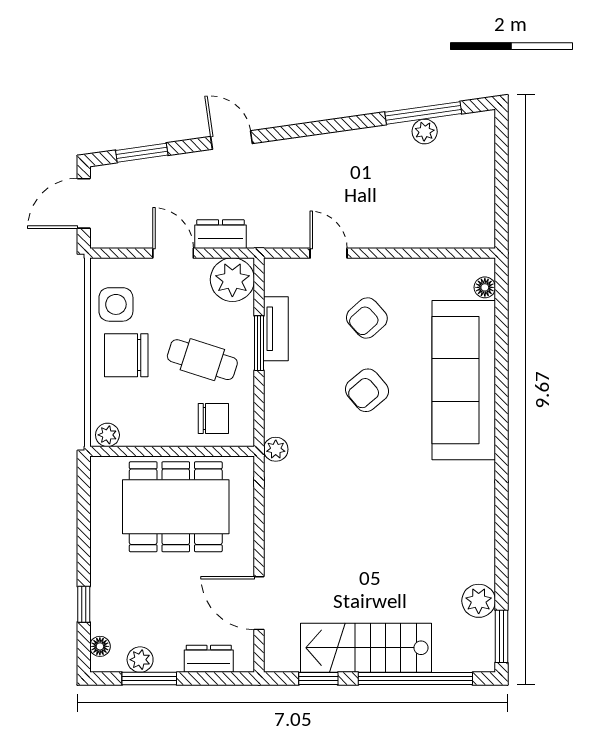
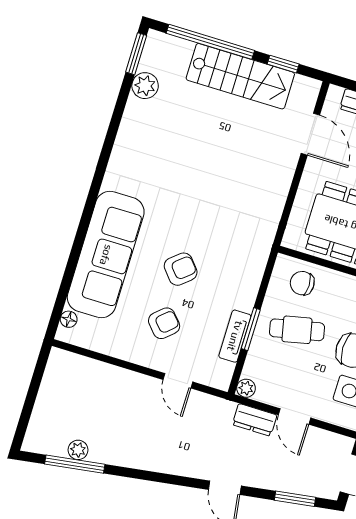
plant: (232, 280) -> (246, 388), width x0.53, depth x0.53
cafe table: (202, 360) -> (297, 330), turned -30
plant: (276, 449) -> (263, 246), removed

